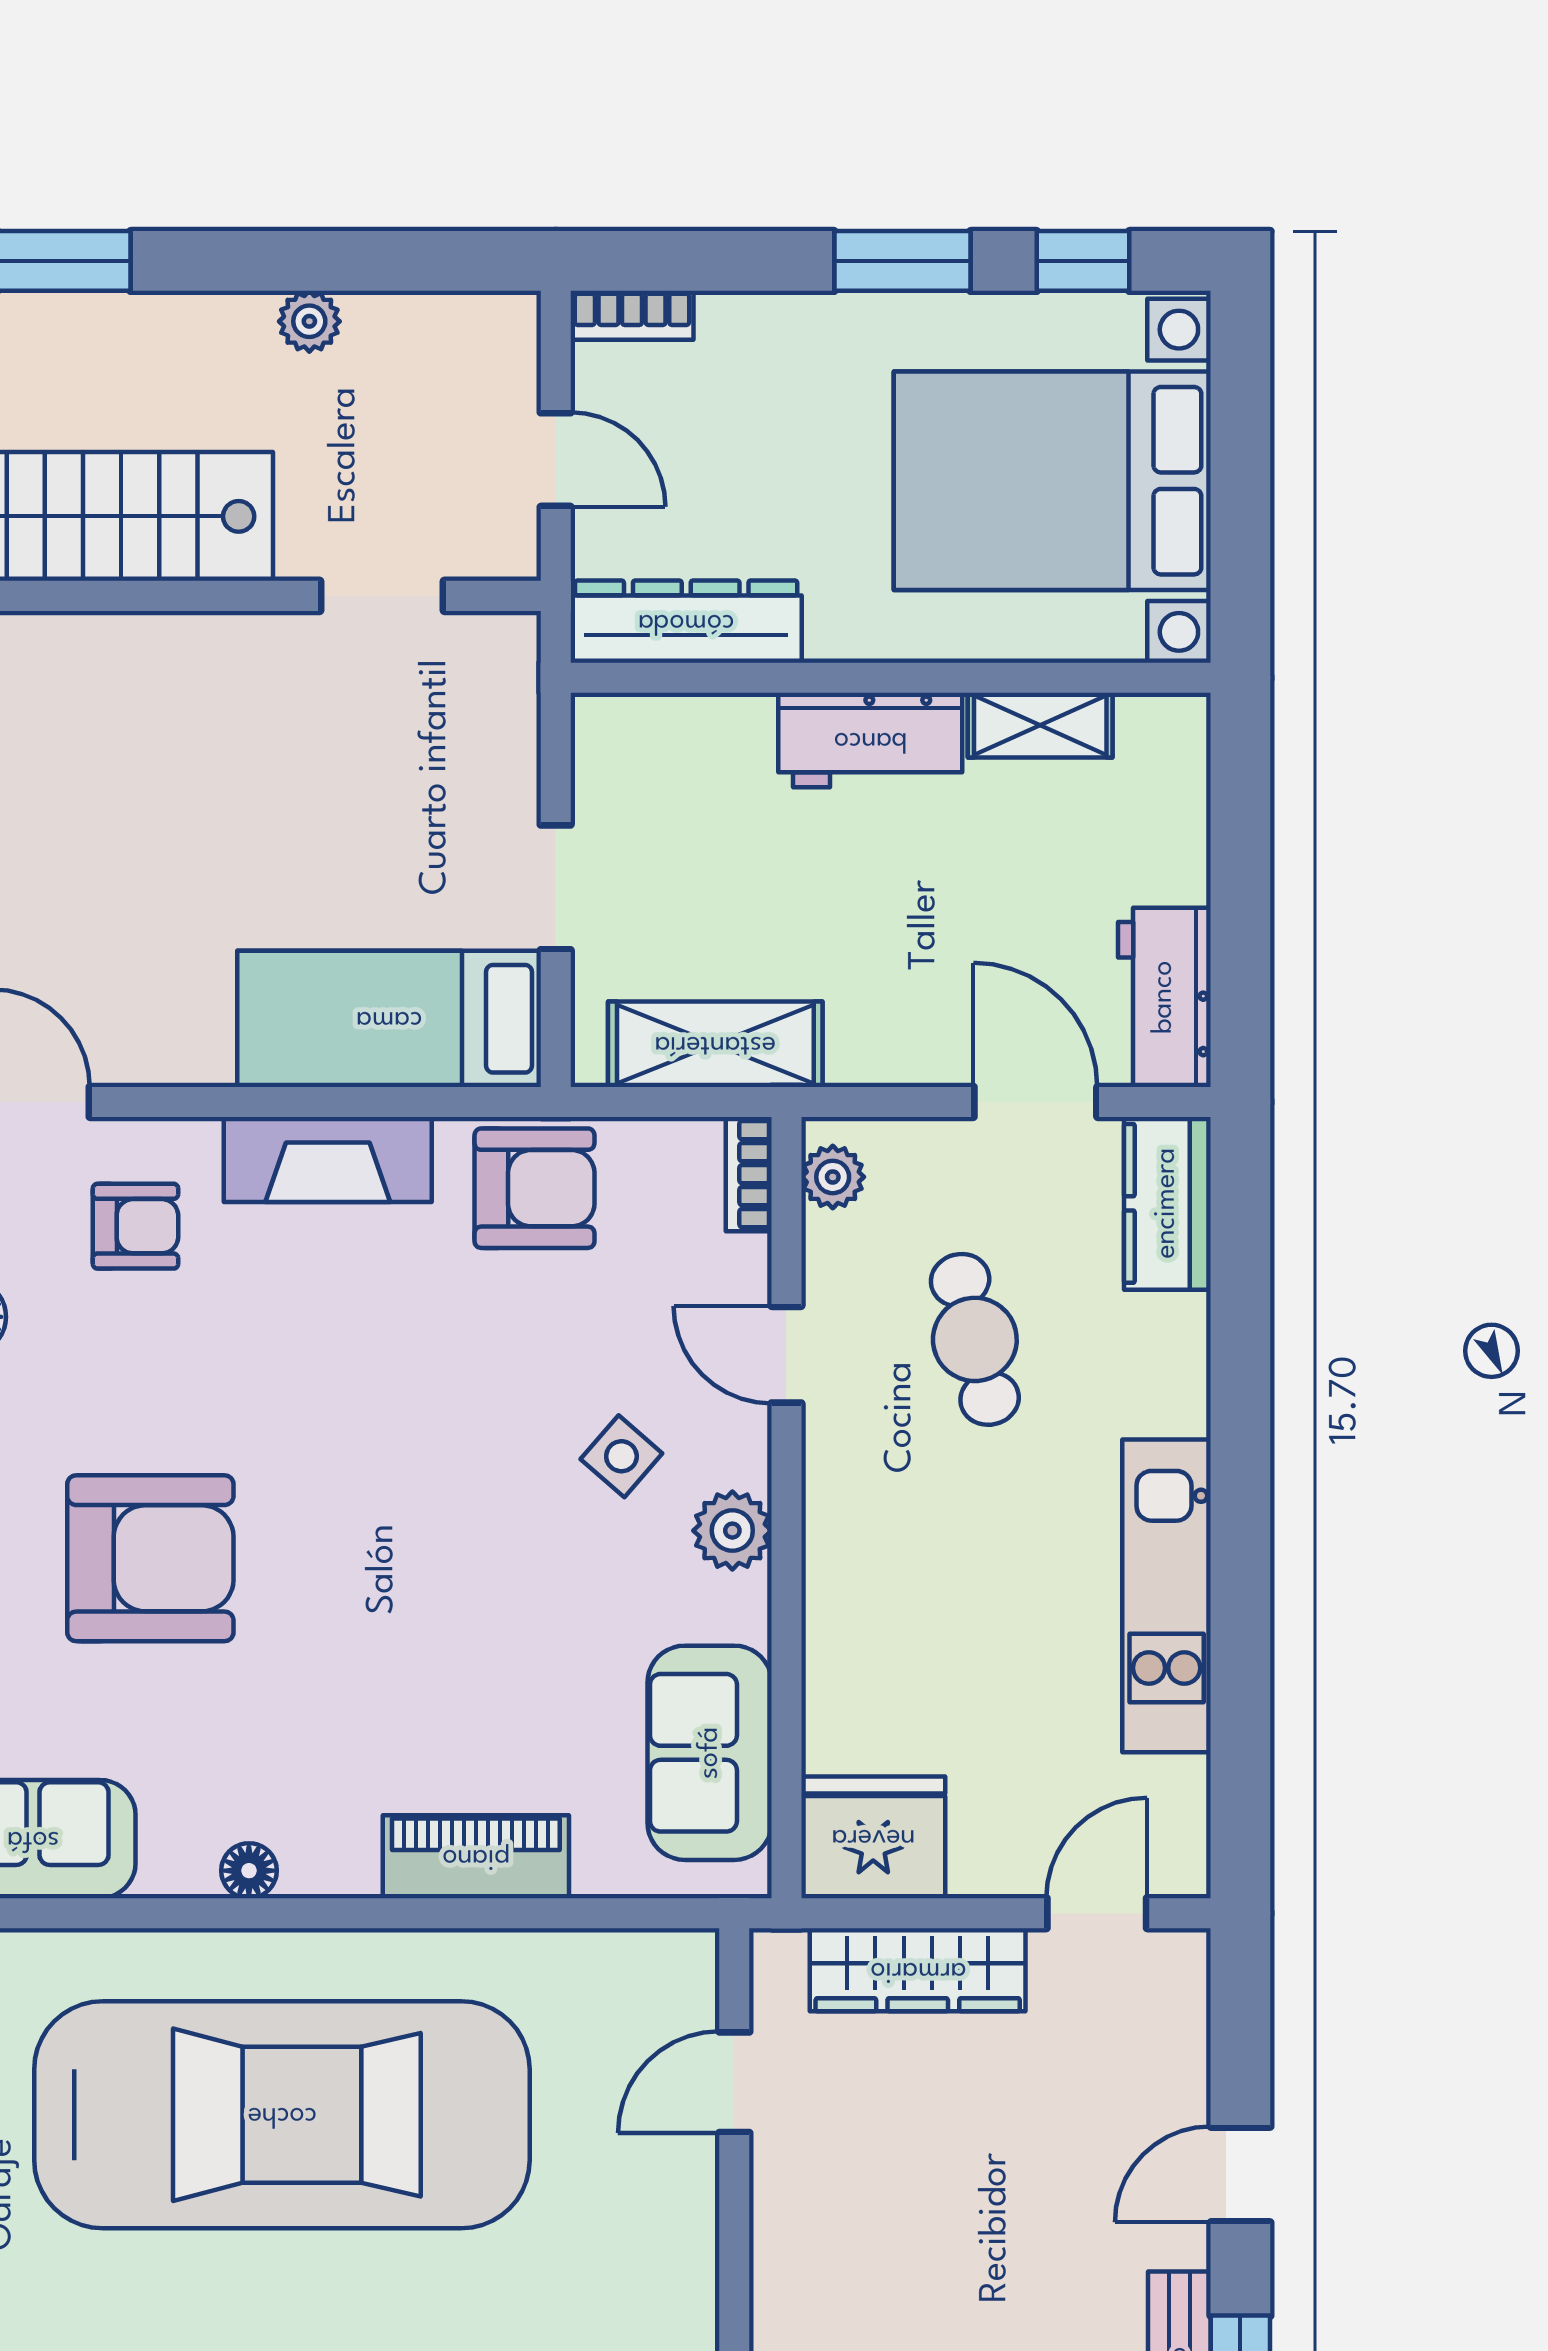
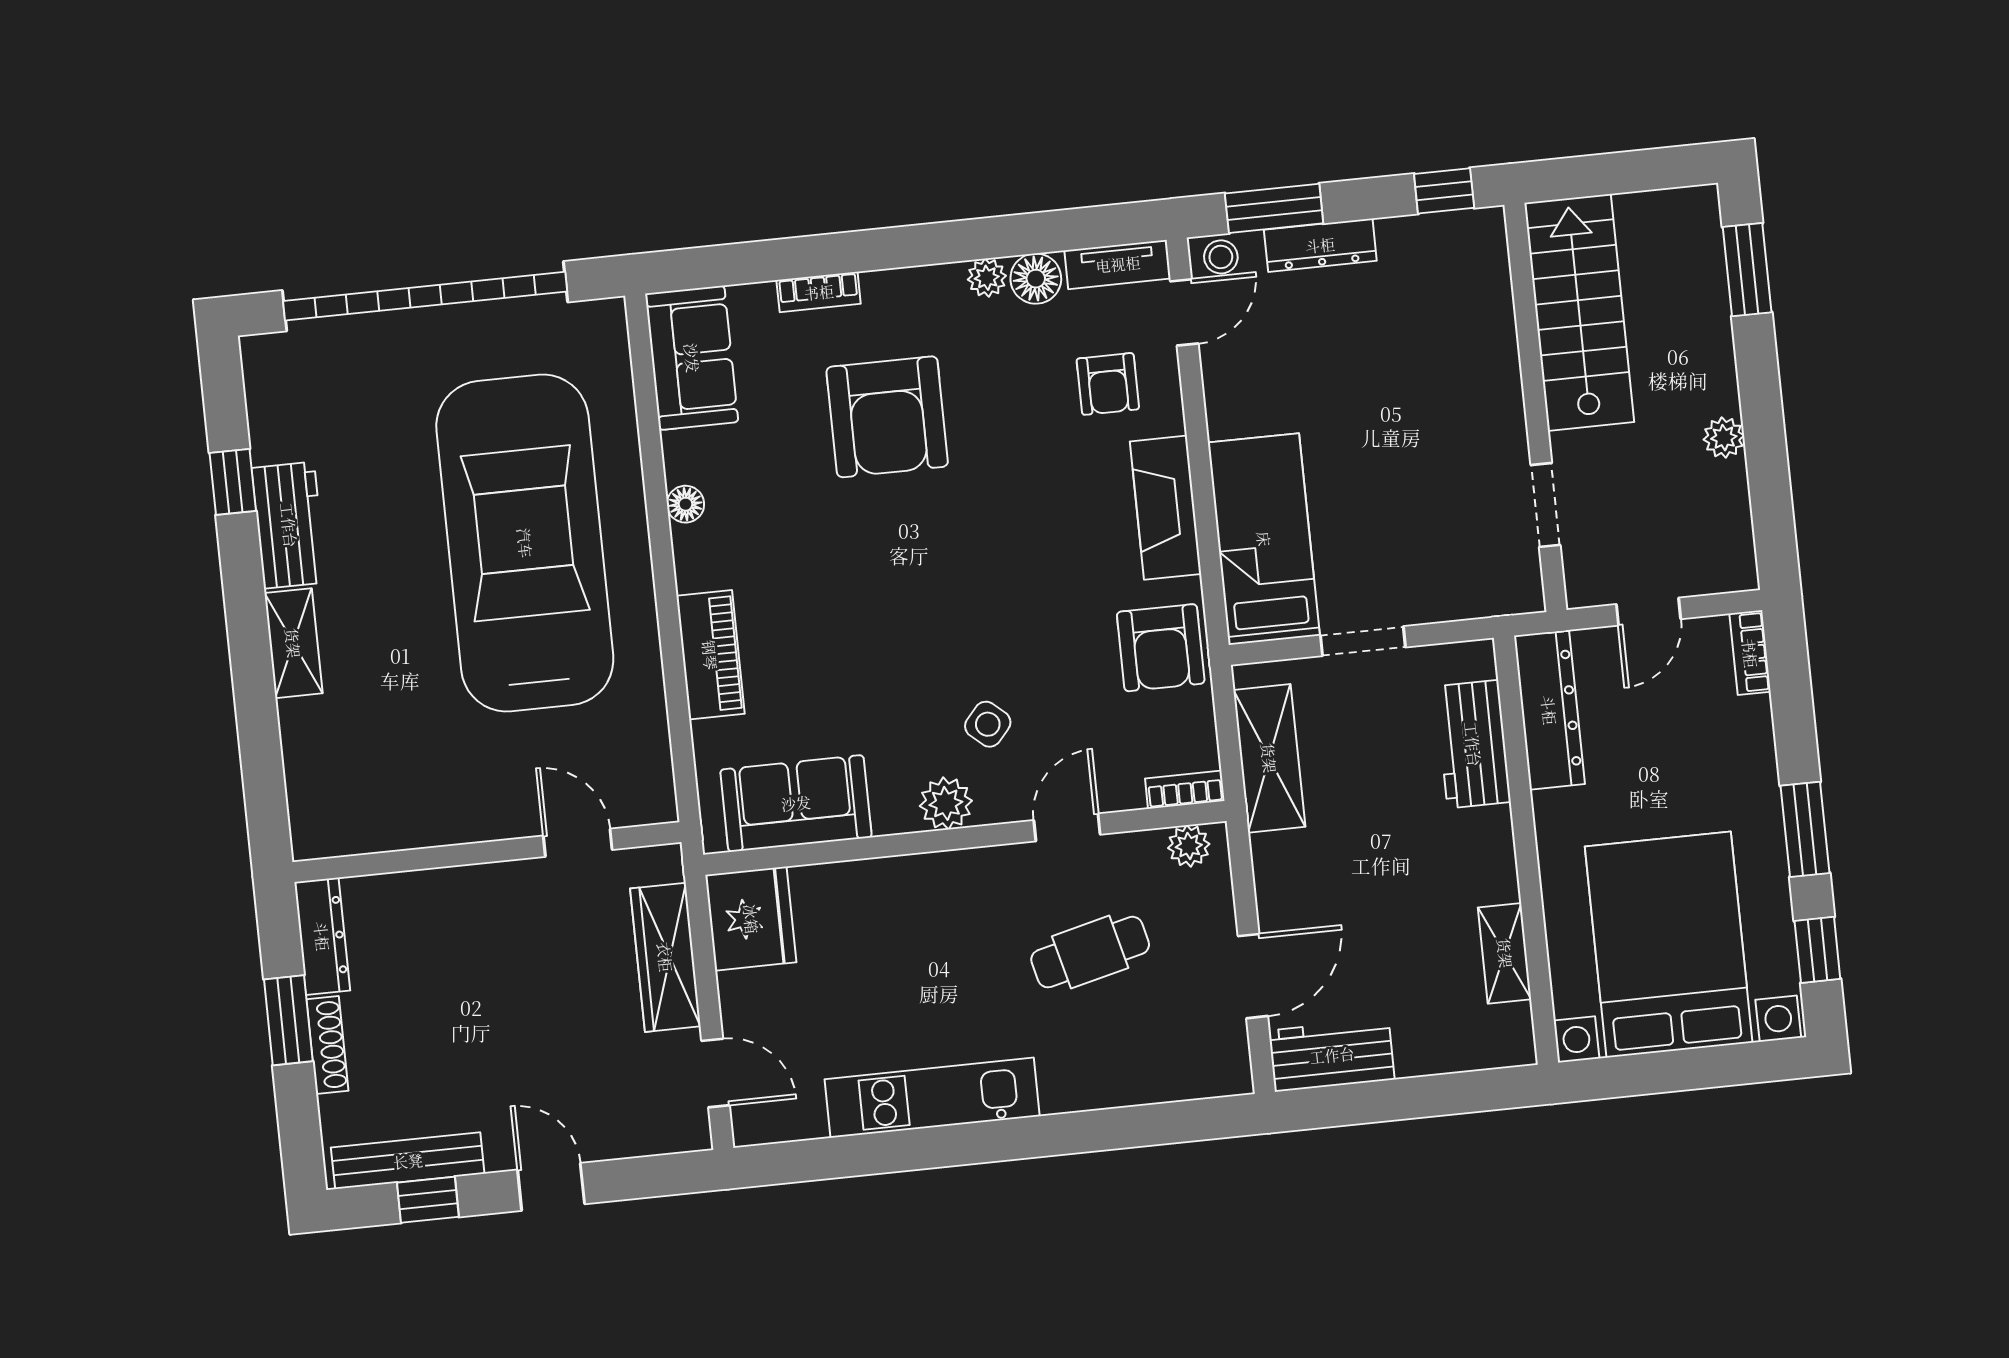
workbench: (870, 740) -> (1473, 744), moved
kitchen counter: (1167, 1203) -> (1194, 1071), removed
car: (282, 2115) -> (525, 543), turned 180

